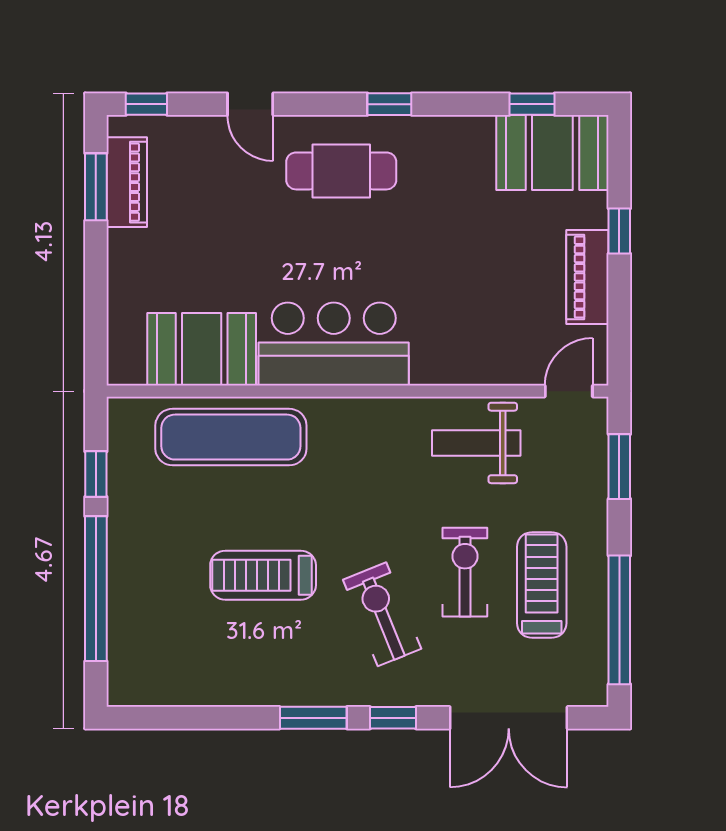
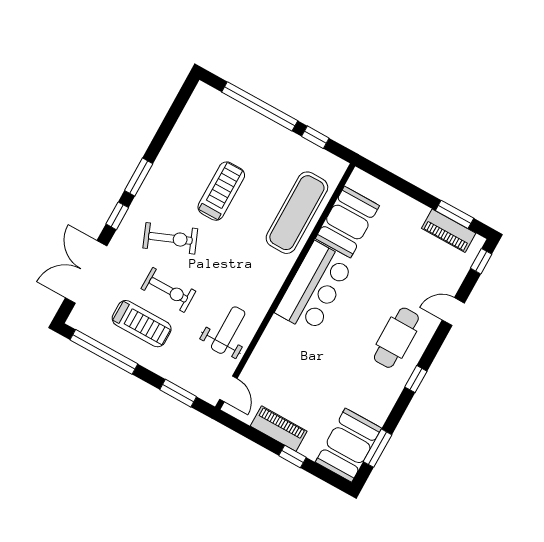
window: (532, 104) -> (378, 448), width x1.50

